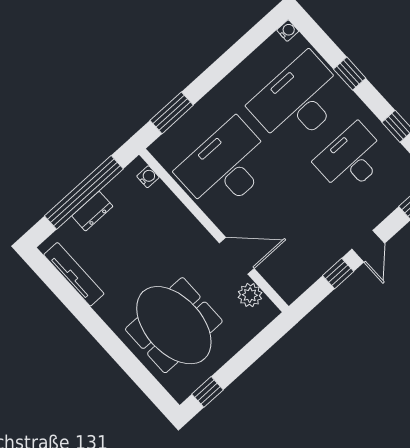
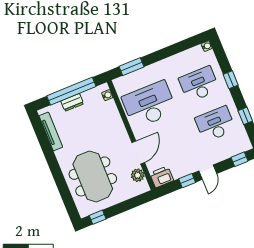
desk: (298, 101) -> (199, 84), width x0.73, depth x0.77
door: (237, 256) -> (138, 152), hinge flipped
printer: (292, 283) -> (162, 177), added

